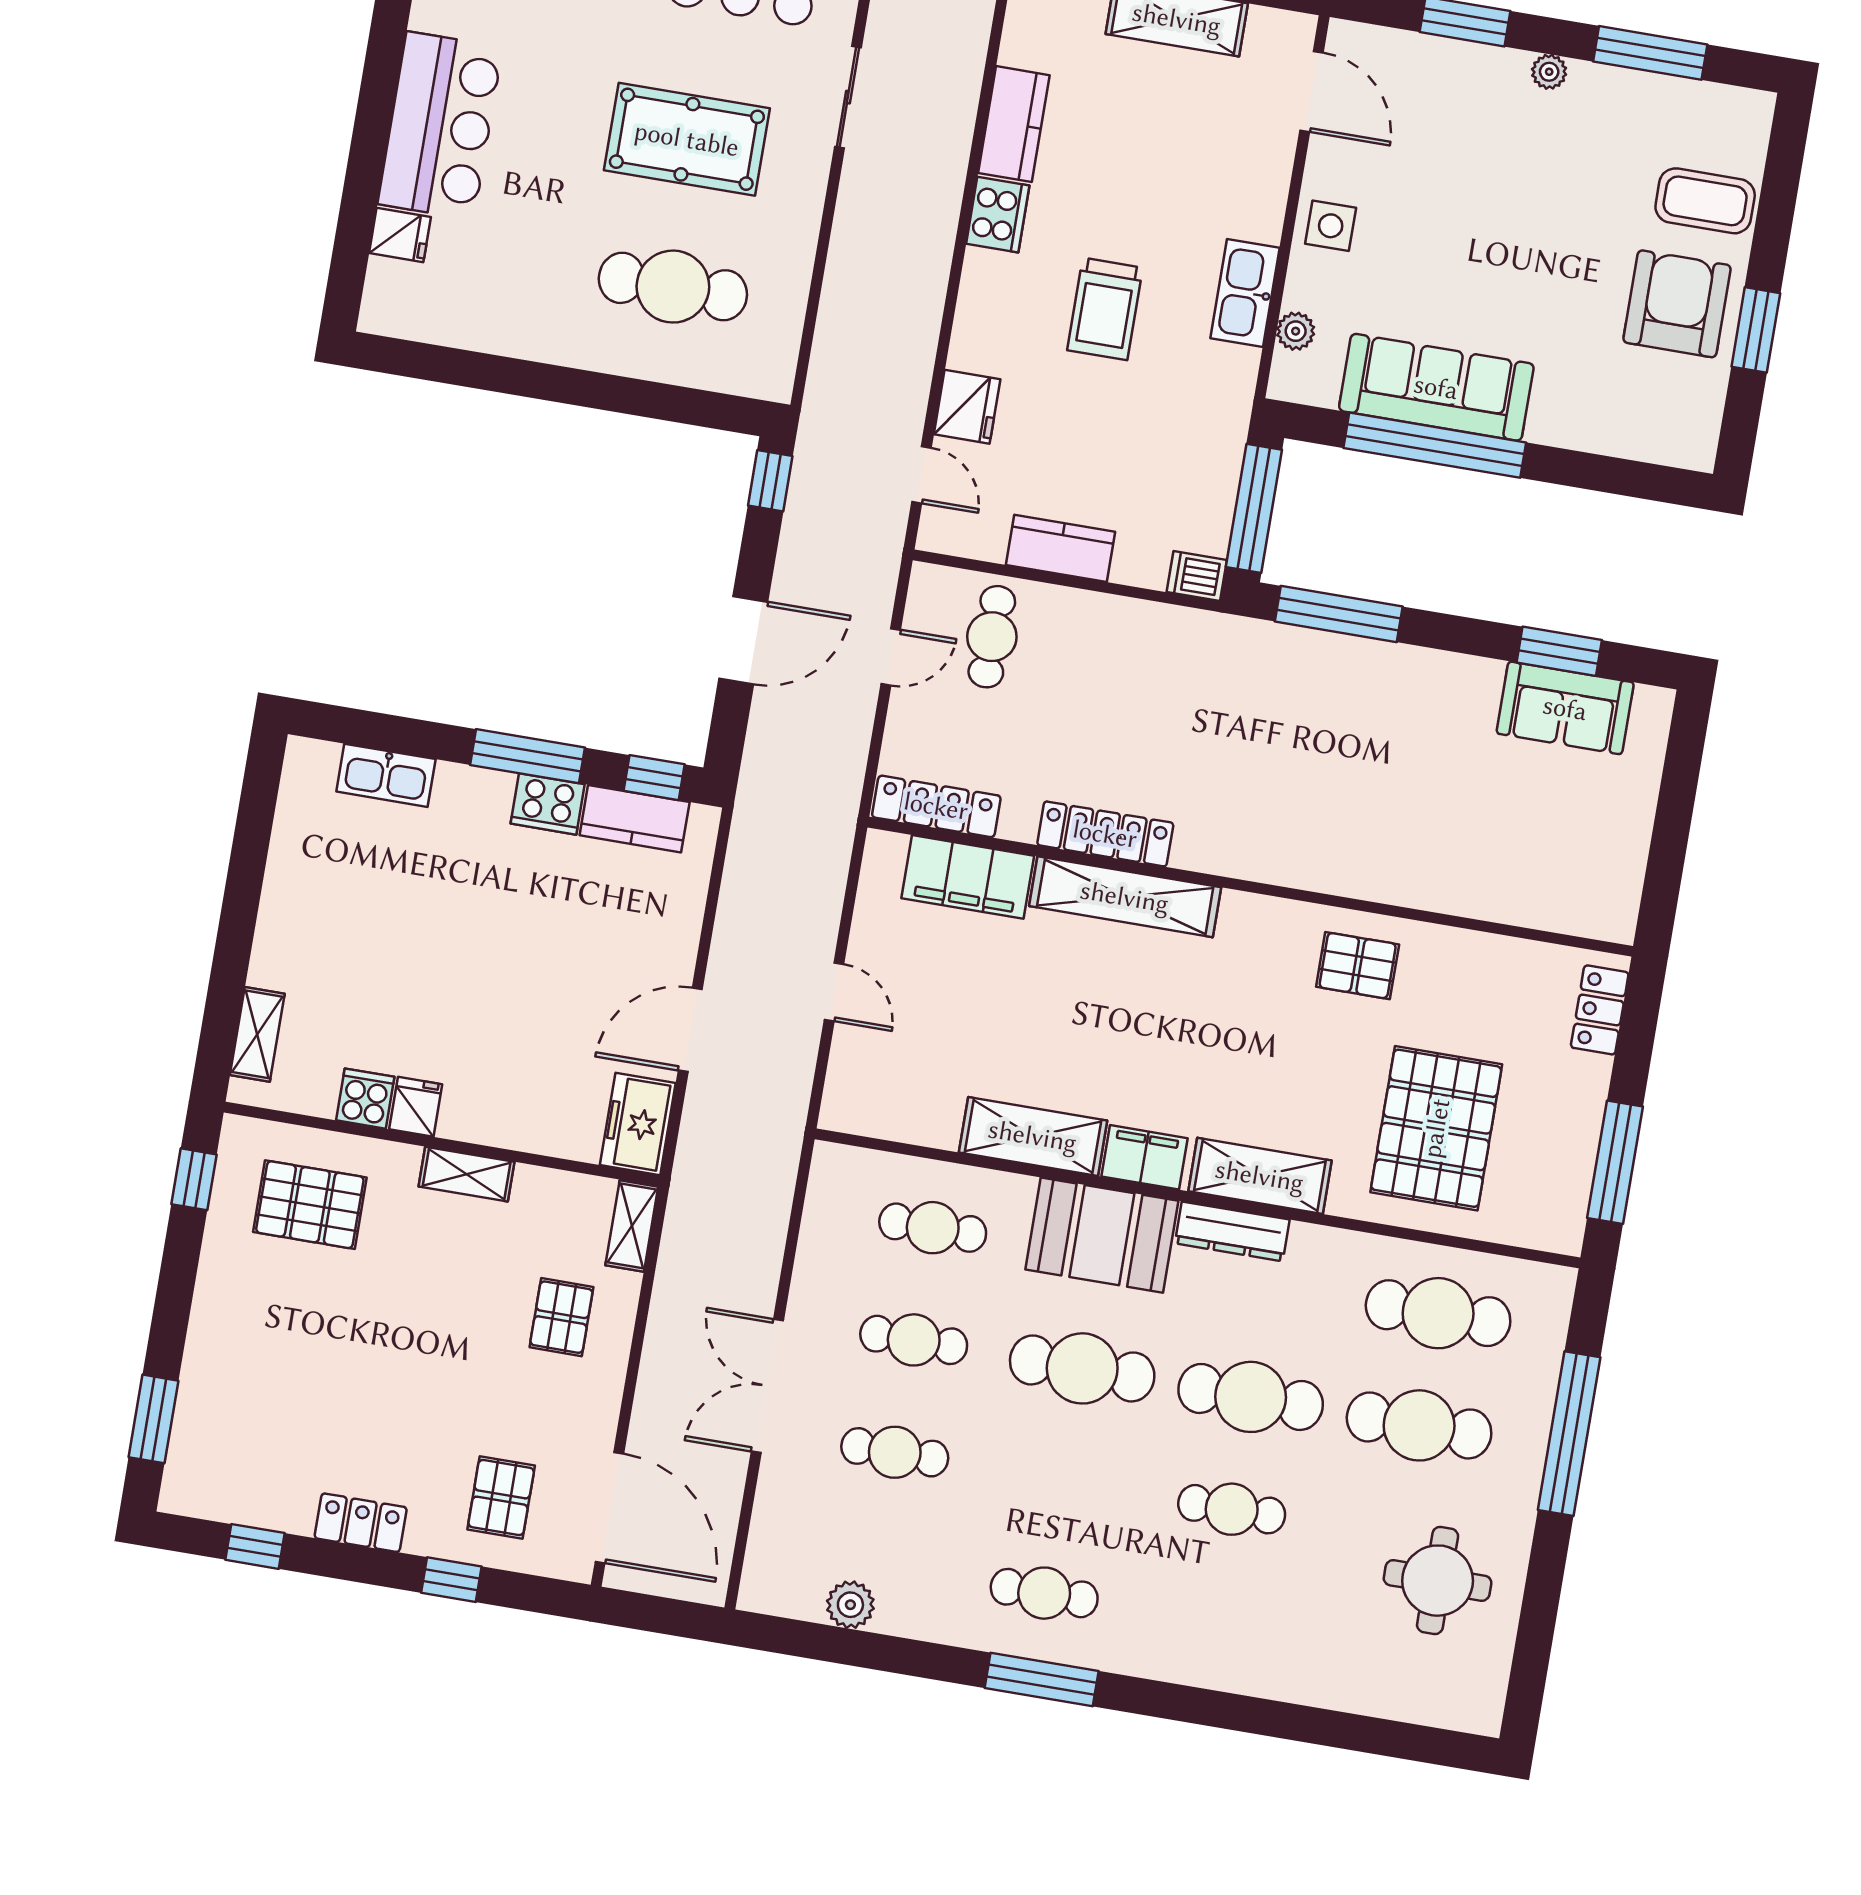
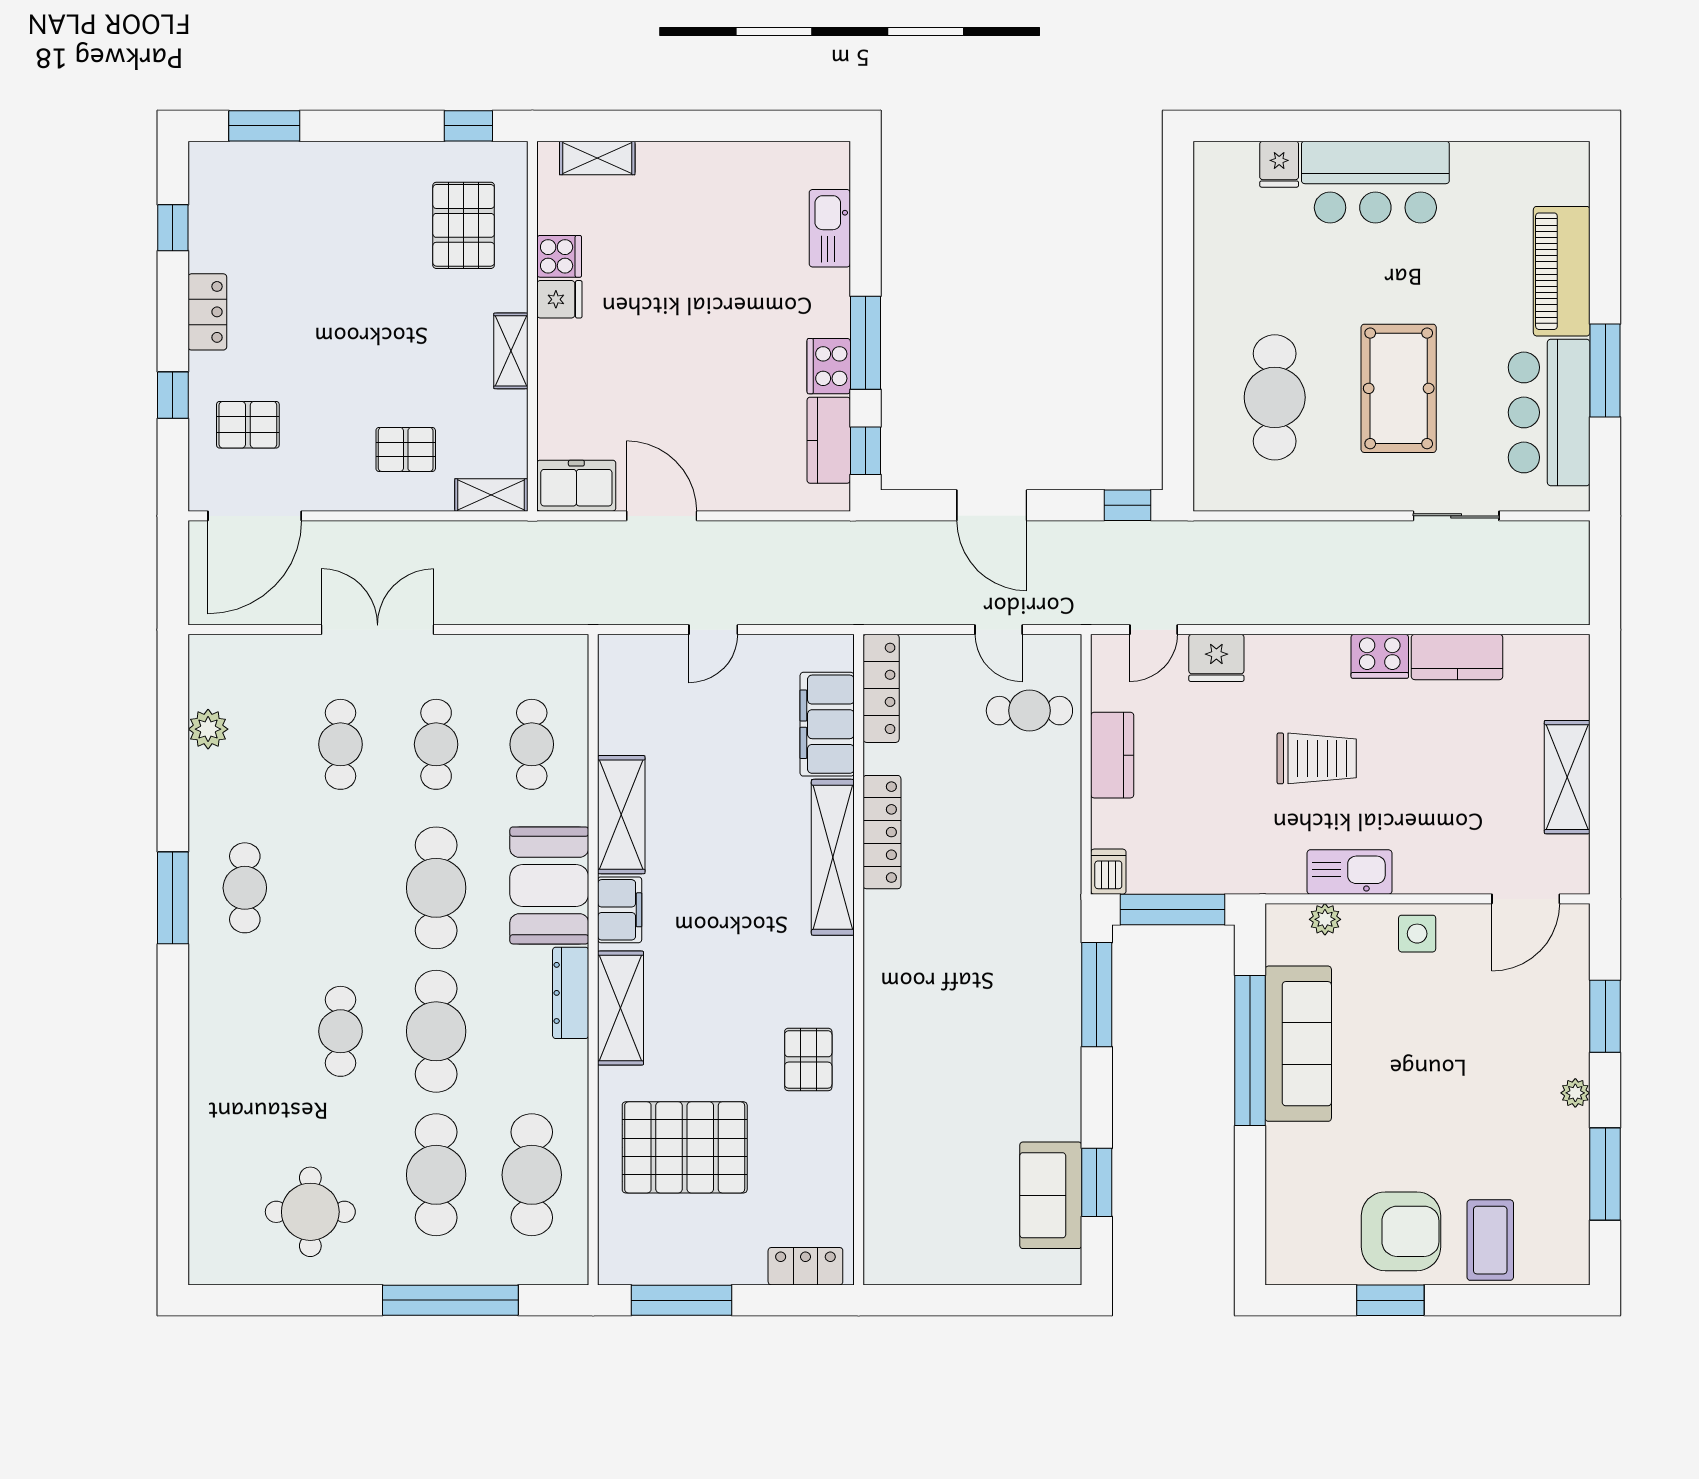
trolley: (1105, 309) -> (1317, 758), turned 180

